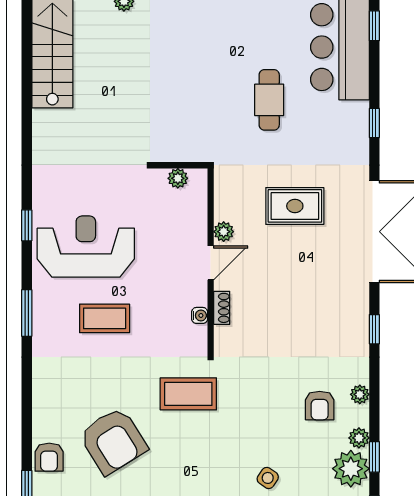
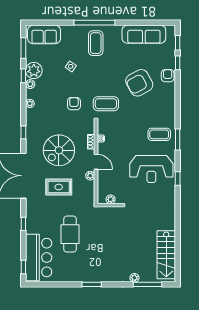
cafe table: (269, 100) -> (70, 234), width x1.37, depth x1.35
door: (211, 263) -> (96, 162), swing flipped
spiral stairs: (294, 289) -> (59, 150), added
coffee table: (105, 318) -> (159, 134), moved
armchair: (320, 406) -> (74, 104), moved
armchair: (113, 441) -> (139, 83), turned -86

